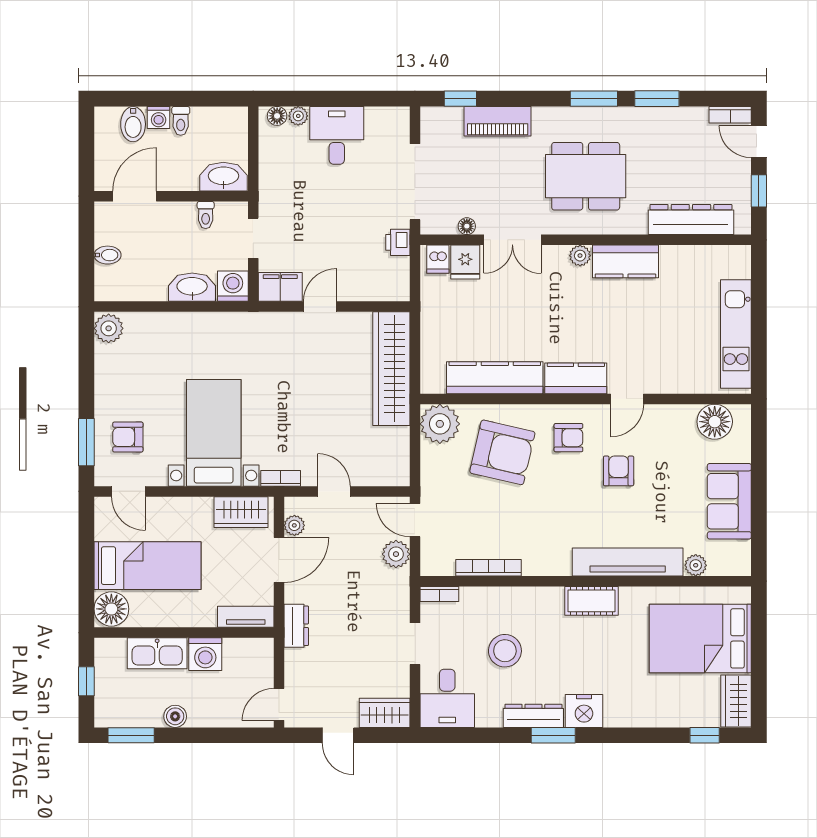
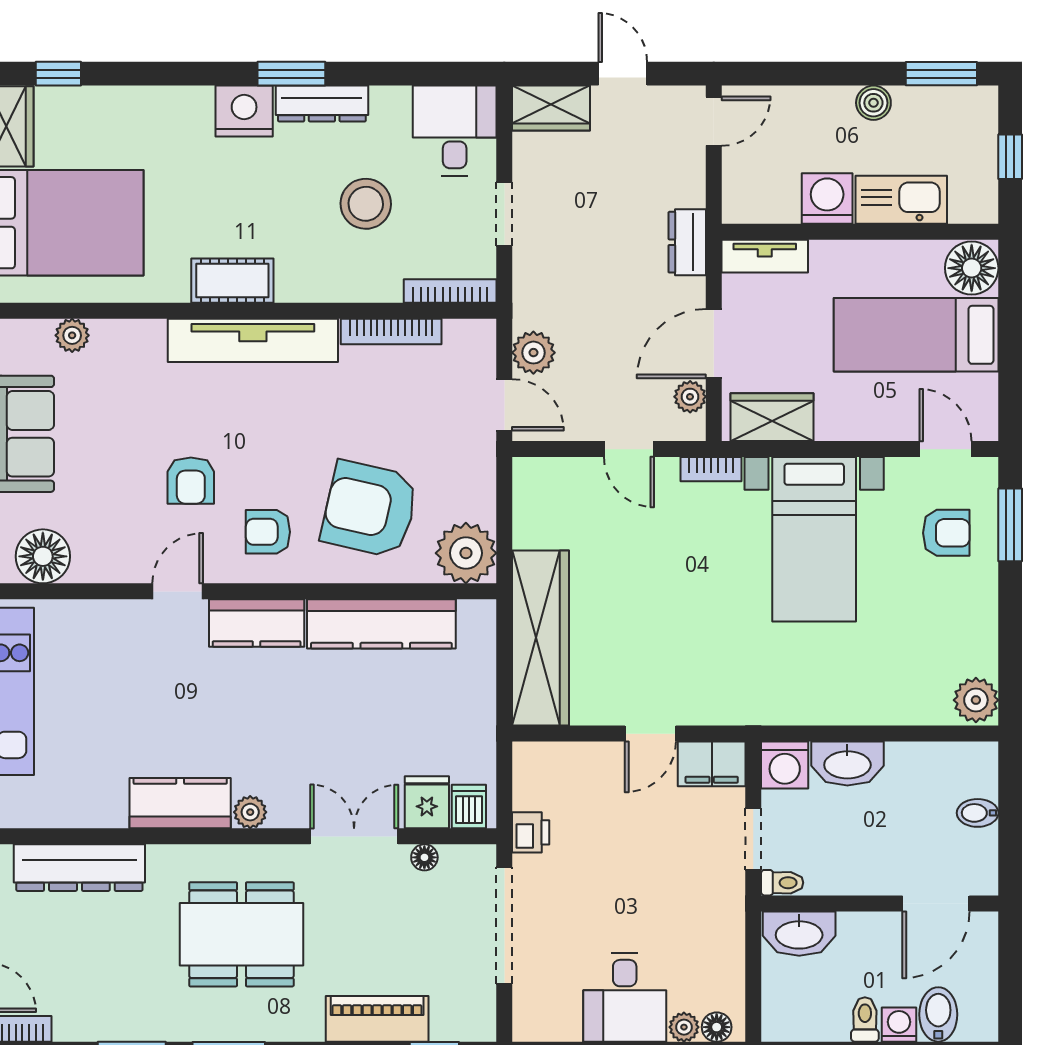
toilet: (206, 215) -> (782, 883), moved, turned 90
tv unit: (628, 562) -> (253, 340), moved
bookcase: (439, 594) -> (450, 291), width x1.56

